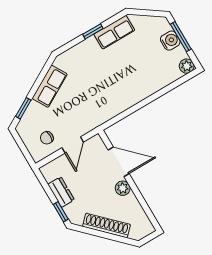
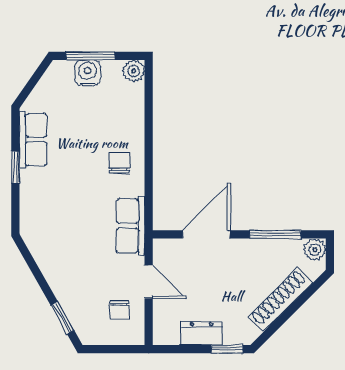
row of seats: (50, 86) -> (131, 226), moved, turned -150
chair: (130, 89) -> (119, 163), added
plant: (123, 188) -> (315, 250), moved
window: (142, 201) -> (275, 234), added

